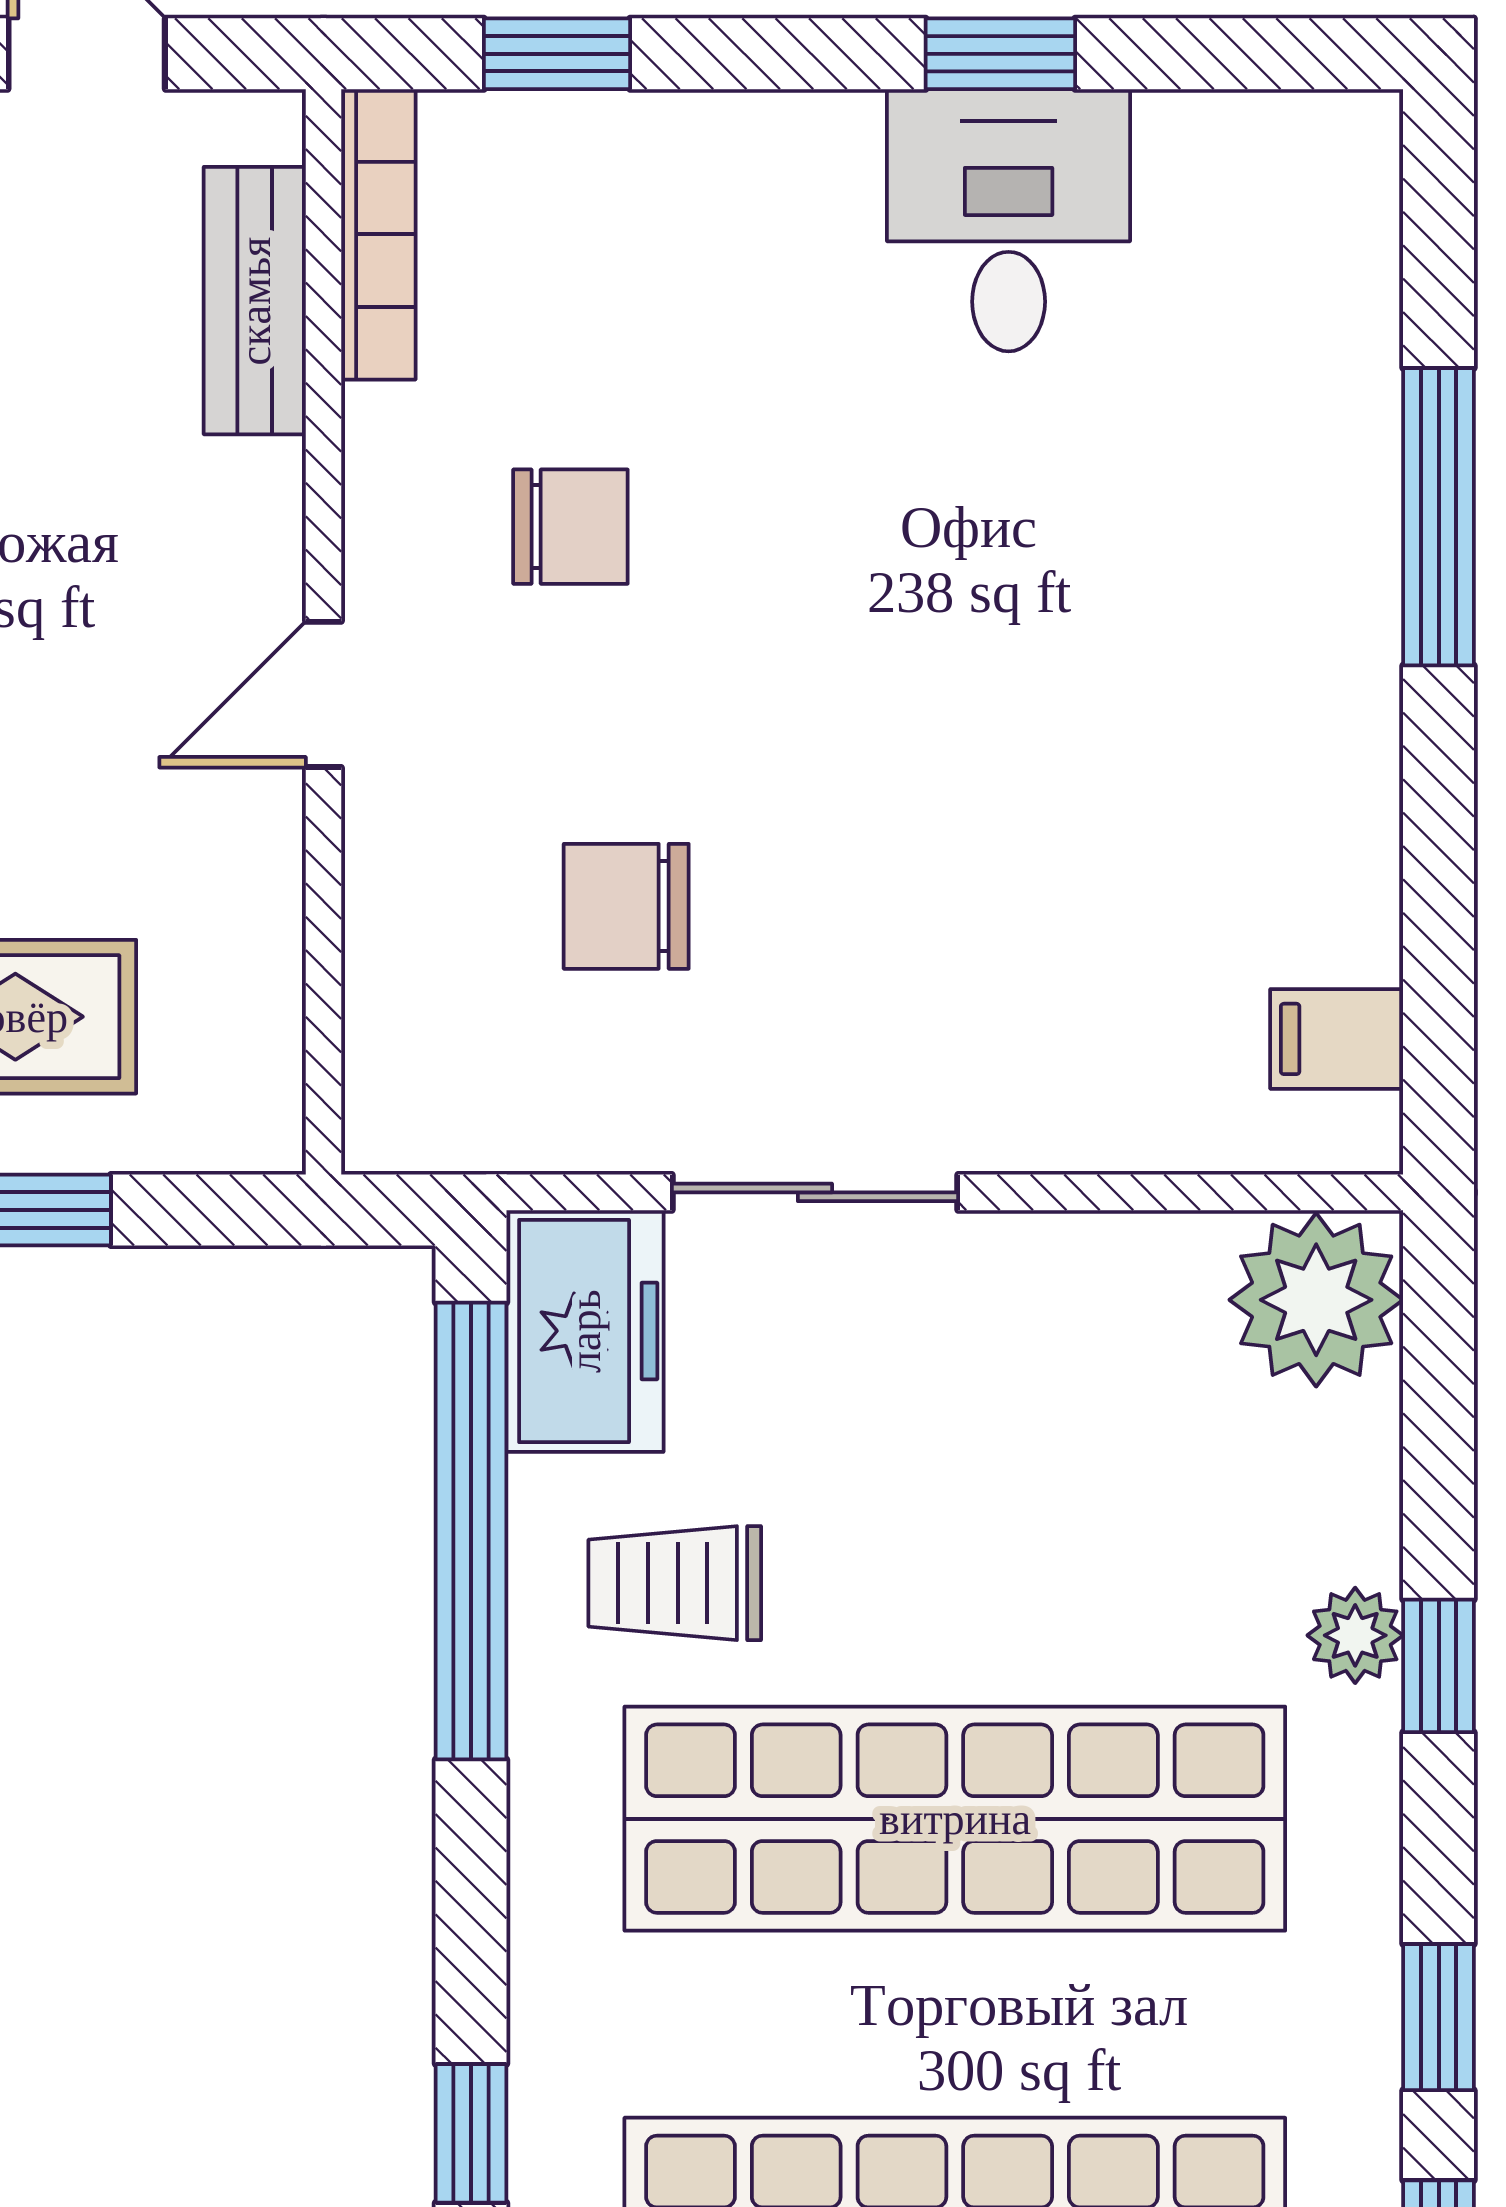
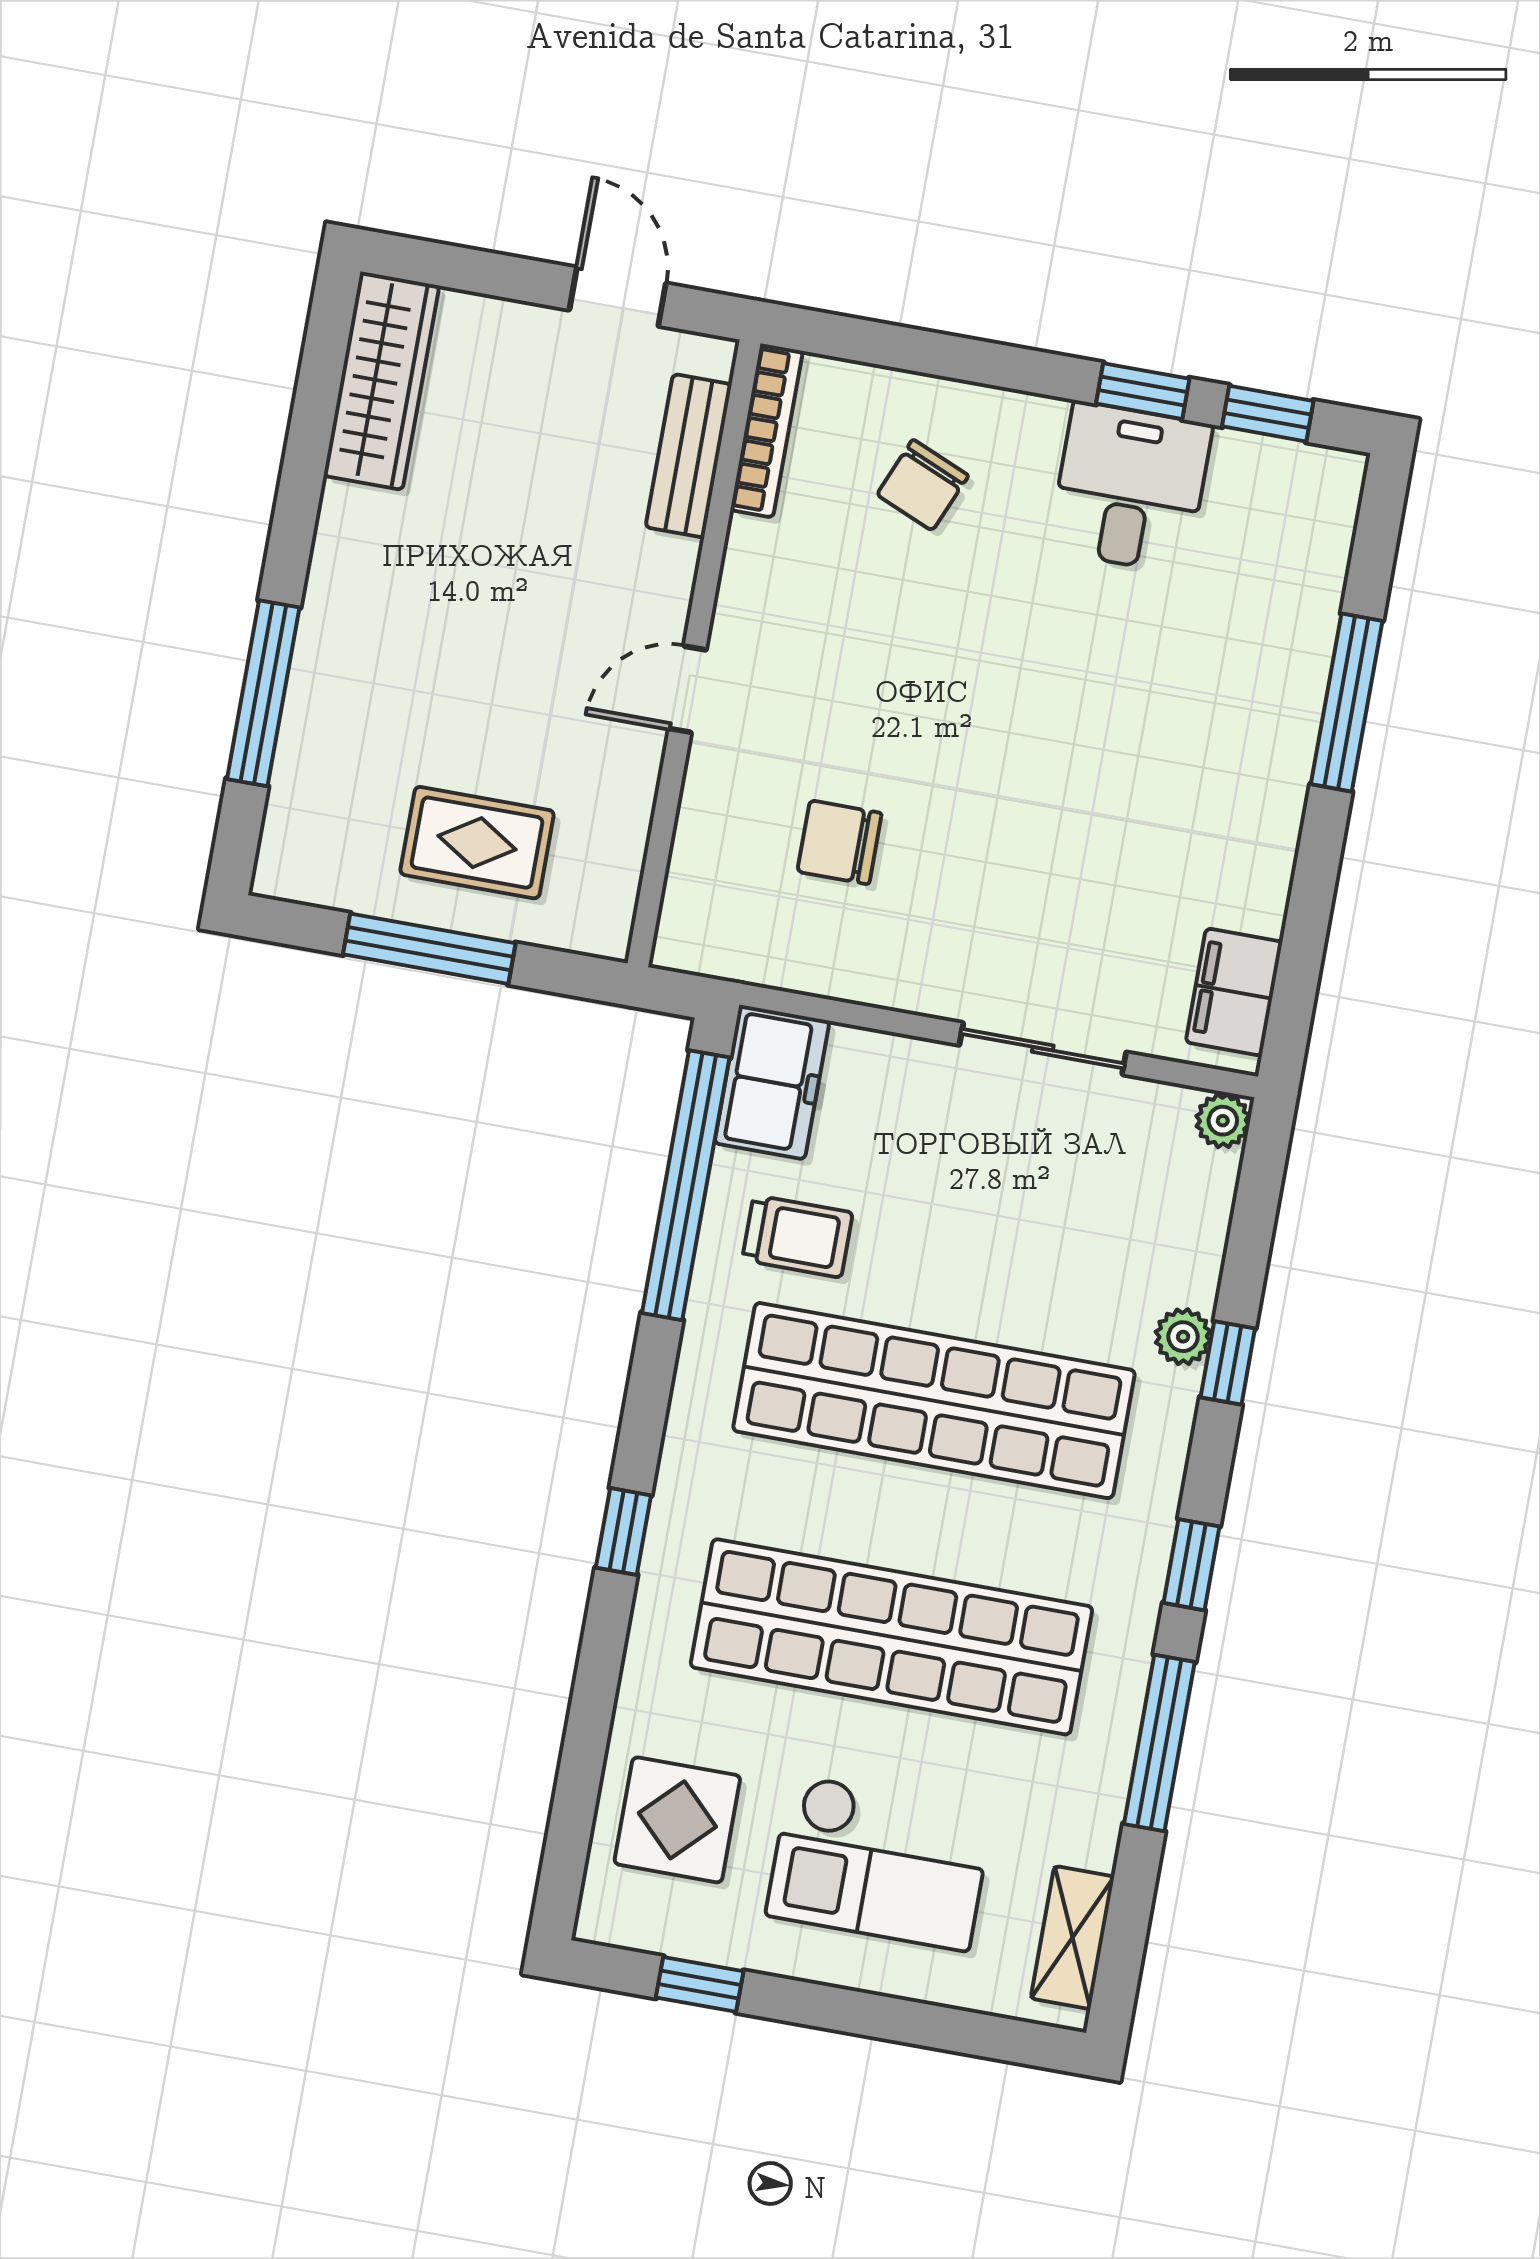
window: (557, 54) -> (1268, 414), moved
chair: (570, 527) -> (923, 485), moved, turned 113
filing cabinet: (1337, 1039) -> (1234, 992), width x2.00
sliding door: (815, 1192) -> (1043, 1049), moved
plant: (1316, 1300) -> (1223, 1121), width x0.53, depth x0.53
trolley: (675, 1583) -> (797, 1236), turned 180

